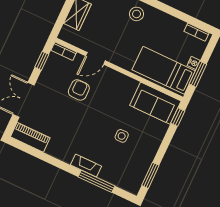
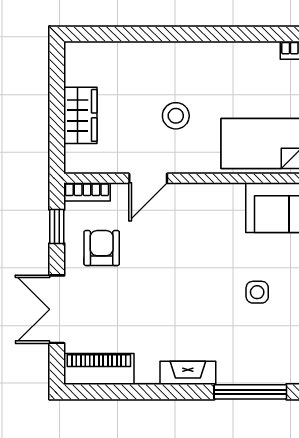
stool: (137, 14) -> (176, 116), moved
armchair: (79, 90) -> (102, 248), moved
fireplace: (86, 165) -> (188, 373), moved

